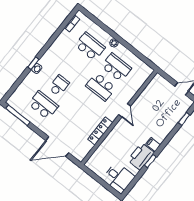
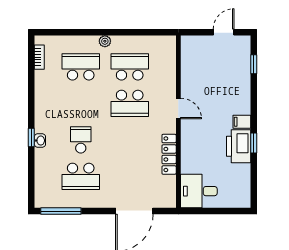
school desk: (43, 105) -> (81, 176), turned 180
desk: (118, 178) -> (199, 191), moved, turned 180

